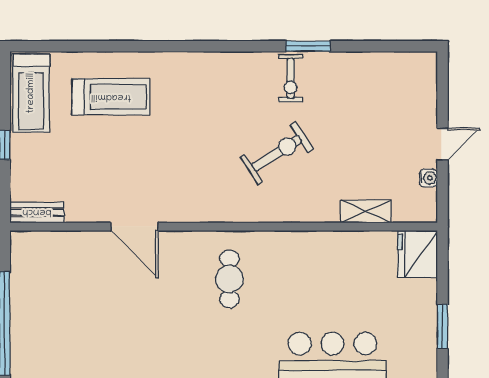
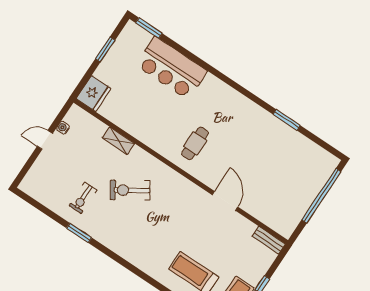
exercise bike: (291, 78) -> (83, 198), moved, turned 180
shelving: (366, 211) -> (118, 141), moved

